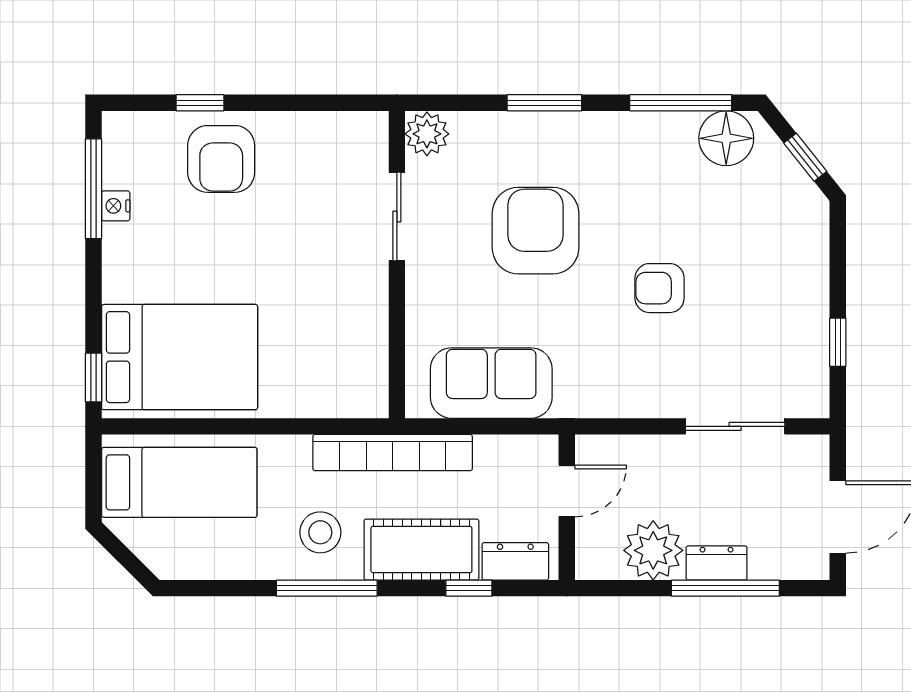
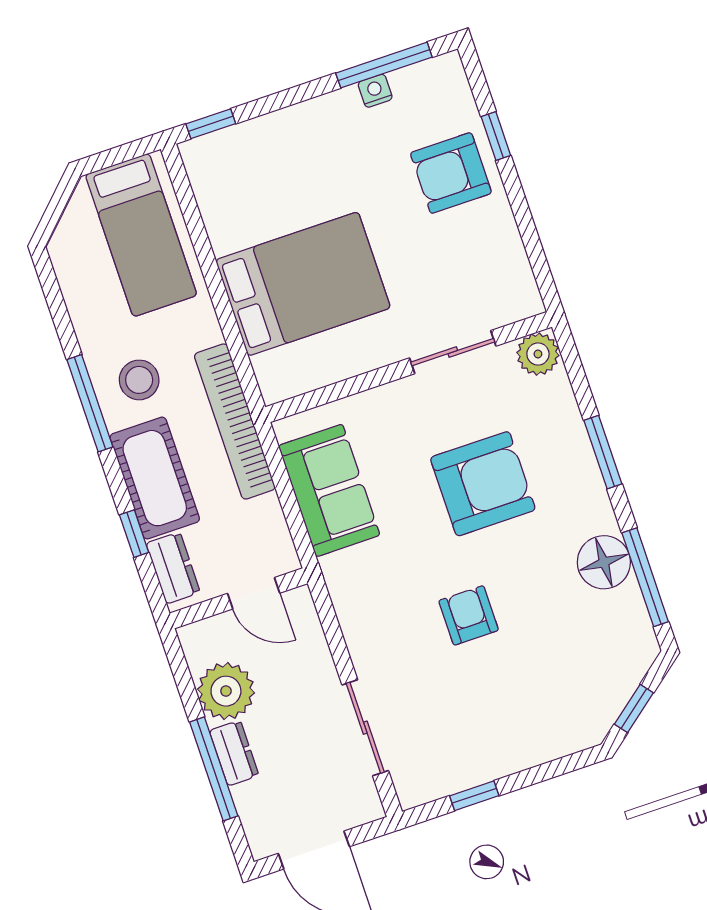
floor lamp: (726, 138) -> (604, 562), moved
bed: (180, 357) -> (303, 284), moved, turned -90

